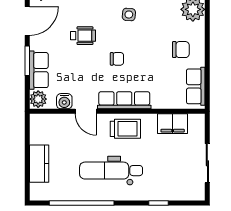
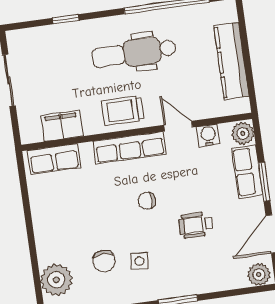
chair: (181, 50) -> (104, 261), moved, turned -90
row of seats: (196, 86) -> (54, 159), moved, turned 90
kitchen counter: (39, 164) -> (231, 61), width x1.50
dental chair: (111, 171) -> (134, 53), turned 180

